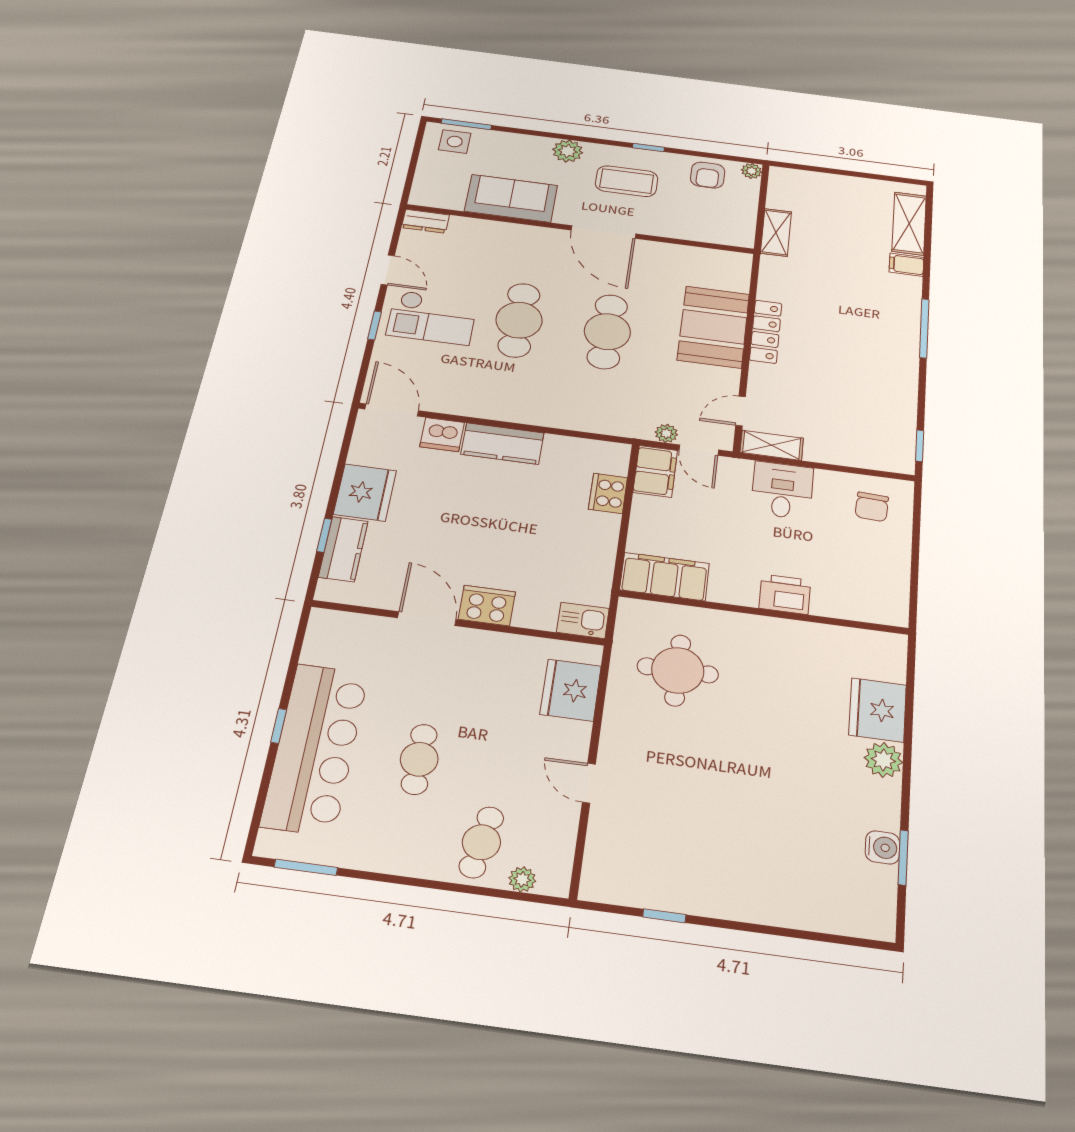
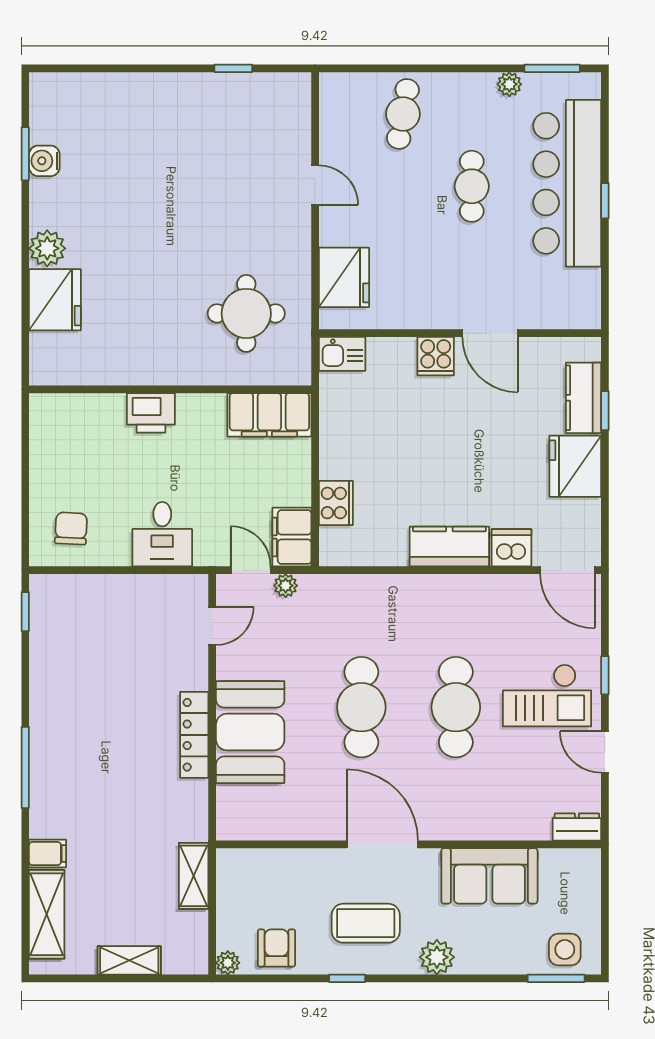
checkout: (432, 318) -> (547, 695), turned 180
shelving: (772, 445) -> (129, 960), moved
cooker: (487, 606) -> (436, 356), width x0.73
plant: (522, 879) -> (509, 84), moved

